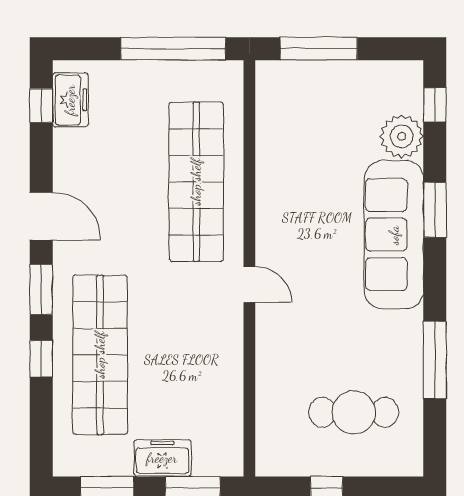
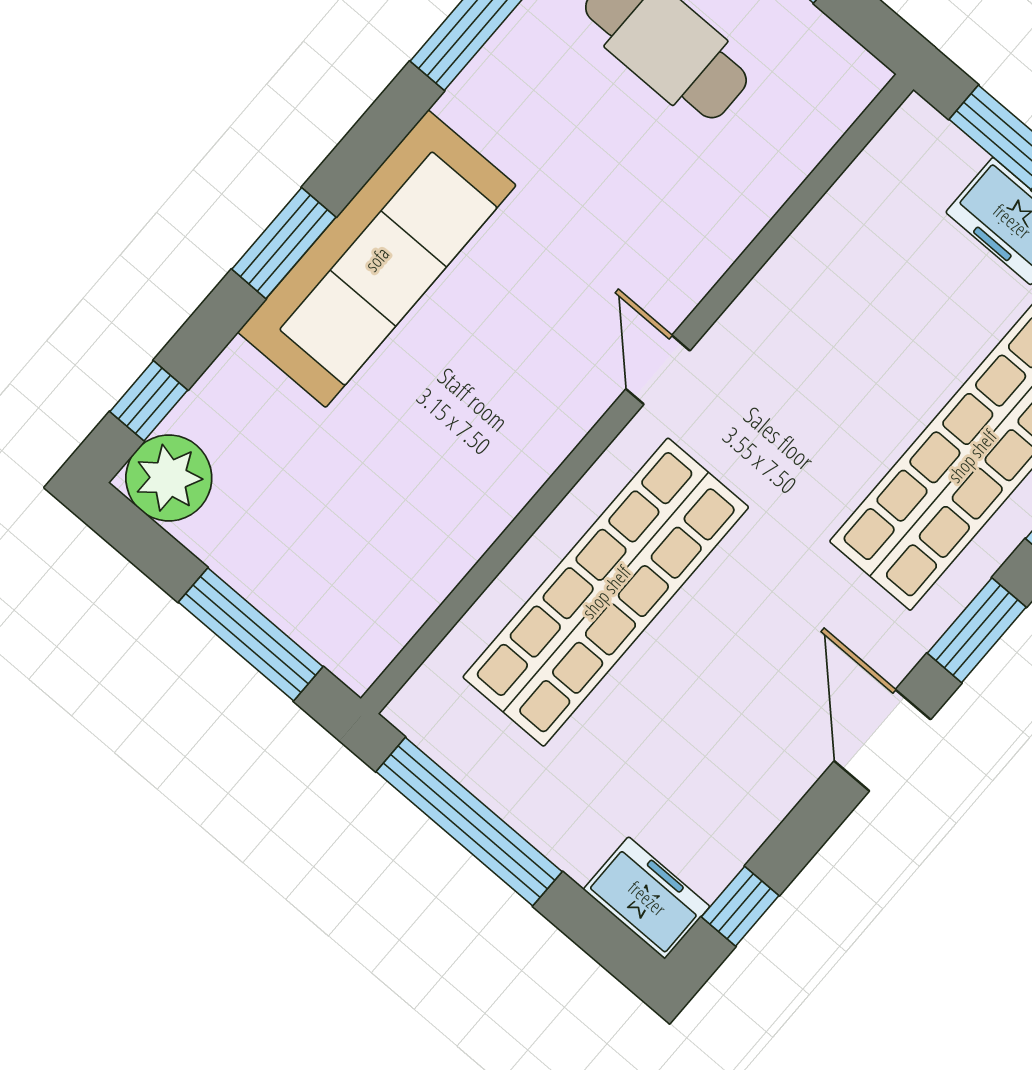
freezer: (70, 100) -> (647, 898), moved, turned 90
plant: (402, 136) -> (169, 478), moved

